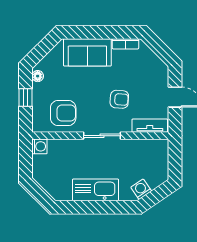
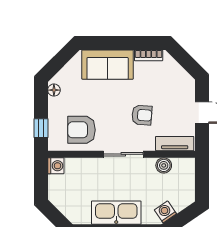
window: (26, 97) -> (41, 128), moved
armchair: (63, 113) -> (81, 130), turned 180
boiler: (140, 146) -> (164, 165), added

